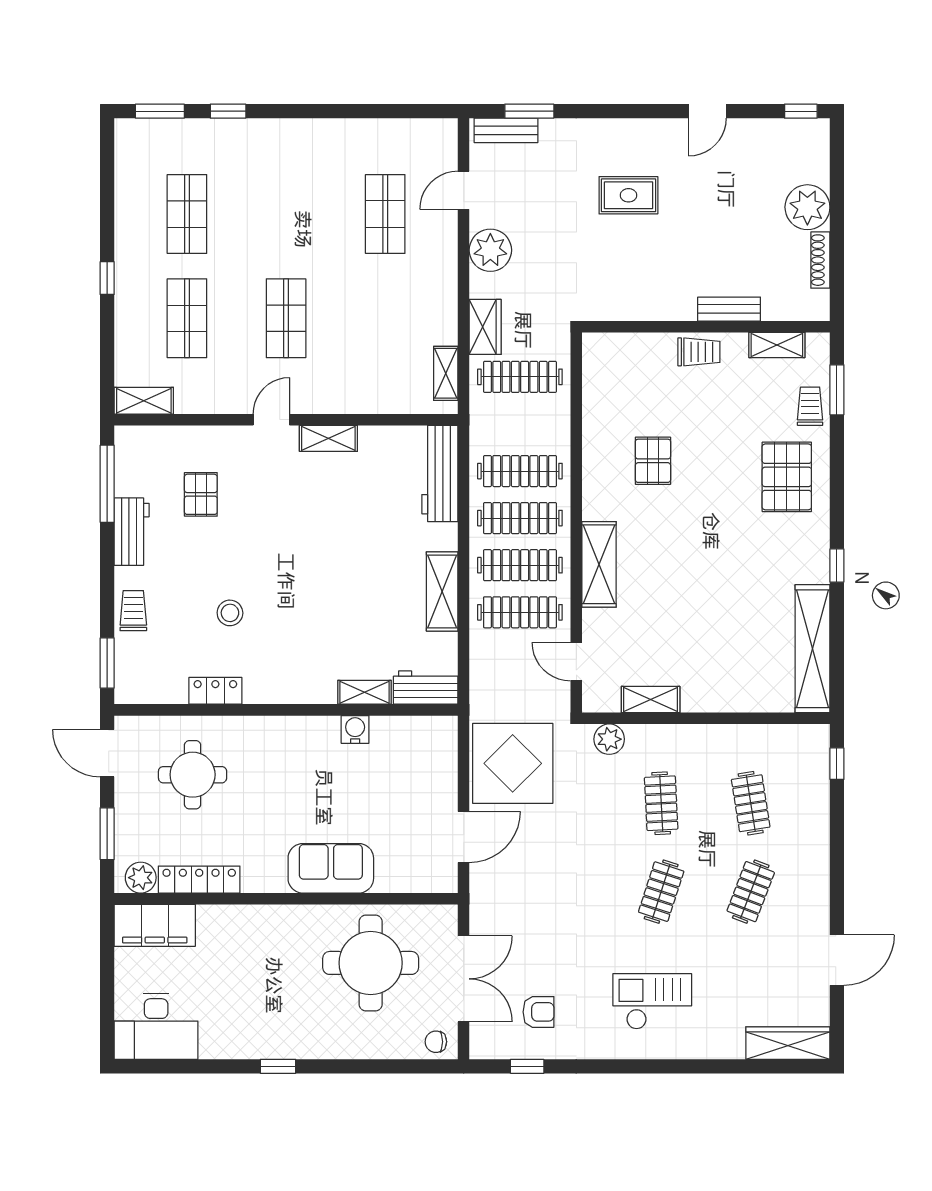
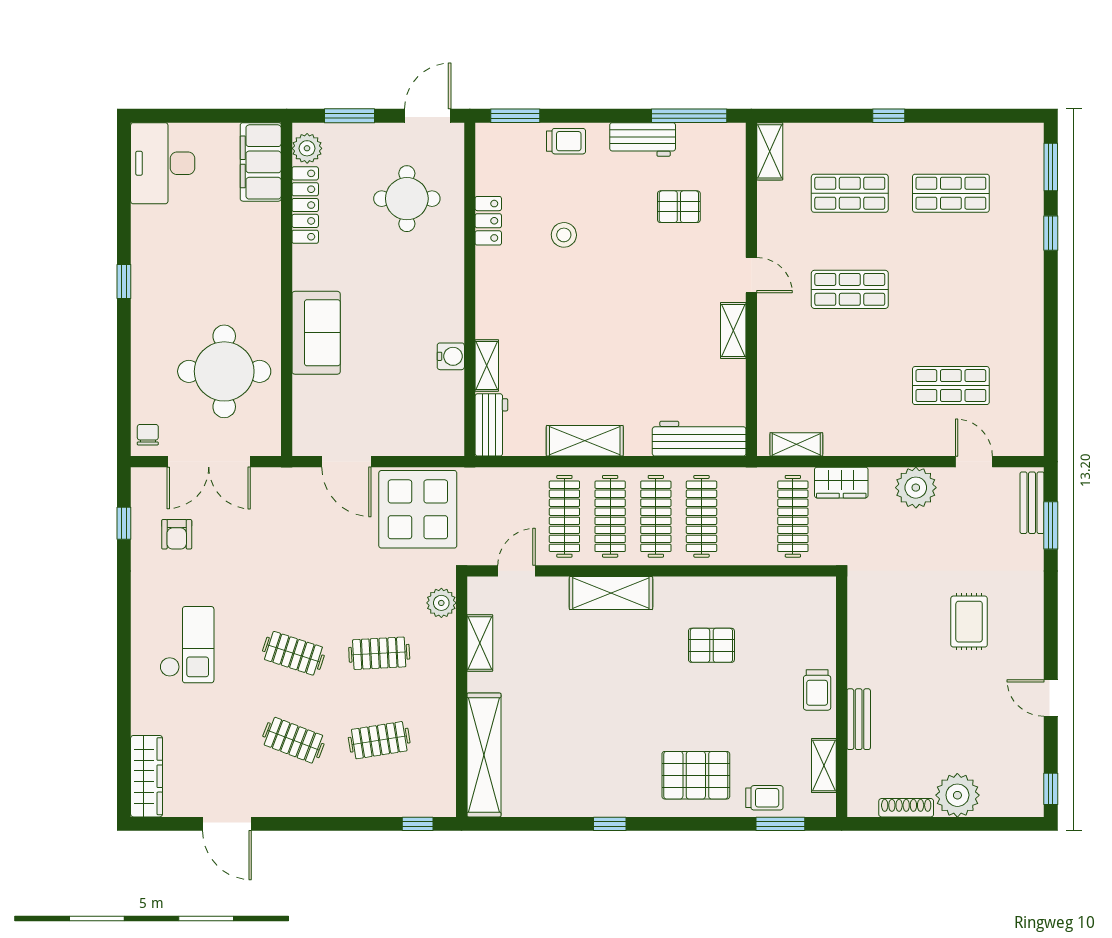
shelving: (812, 649) -> (484, 755), moved, turned 90

